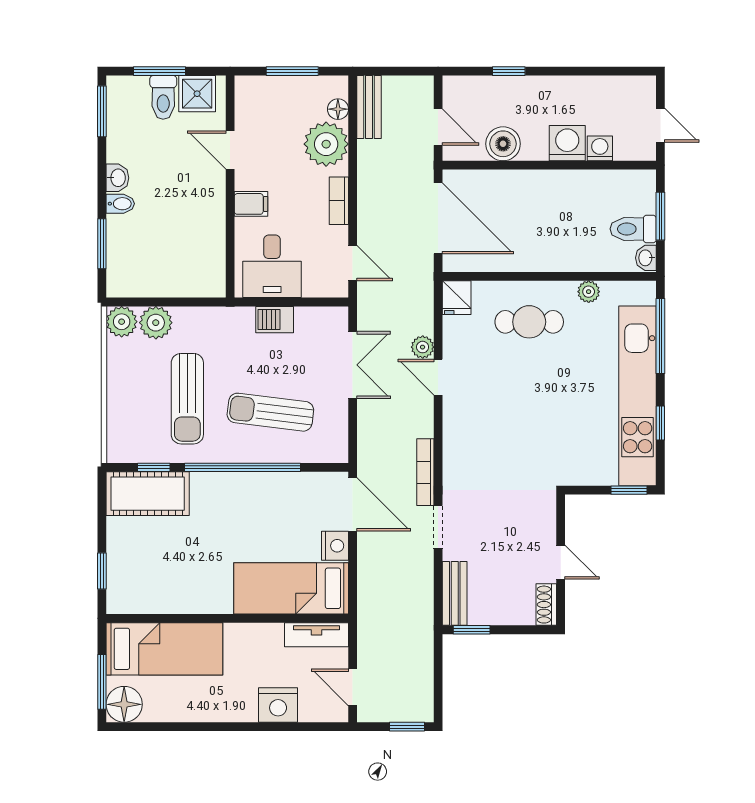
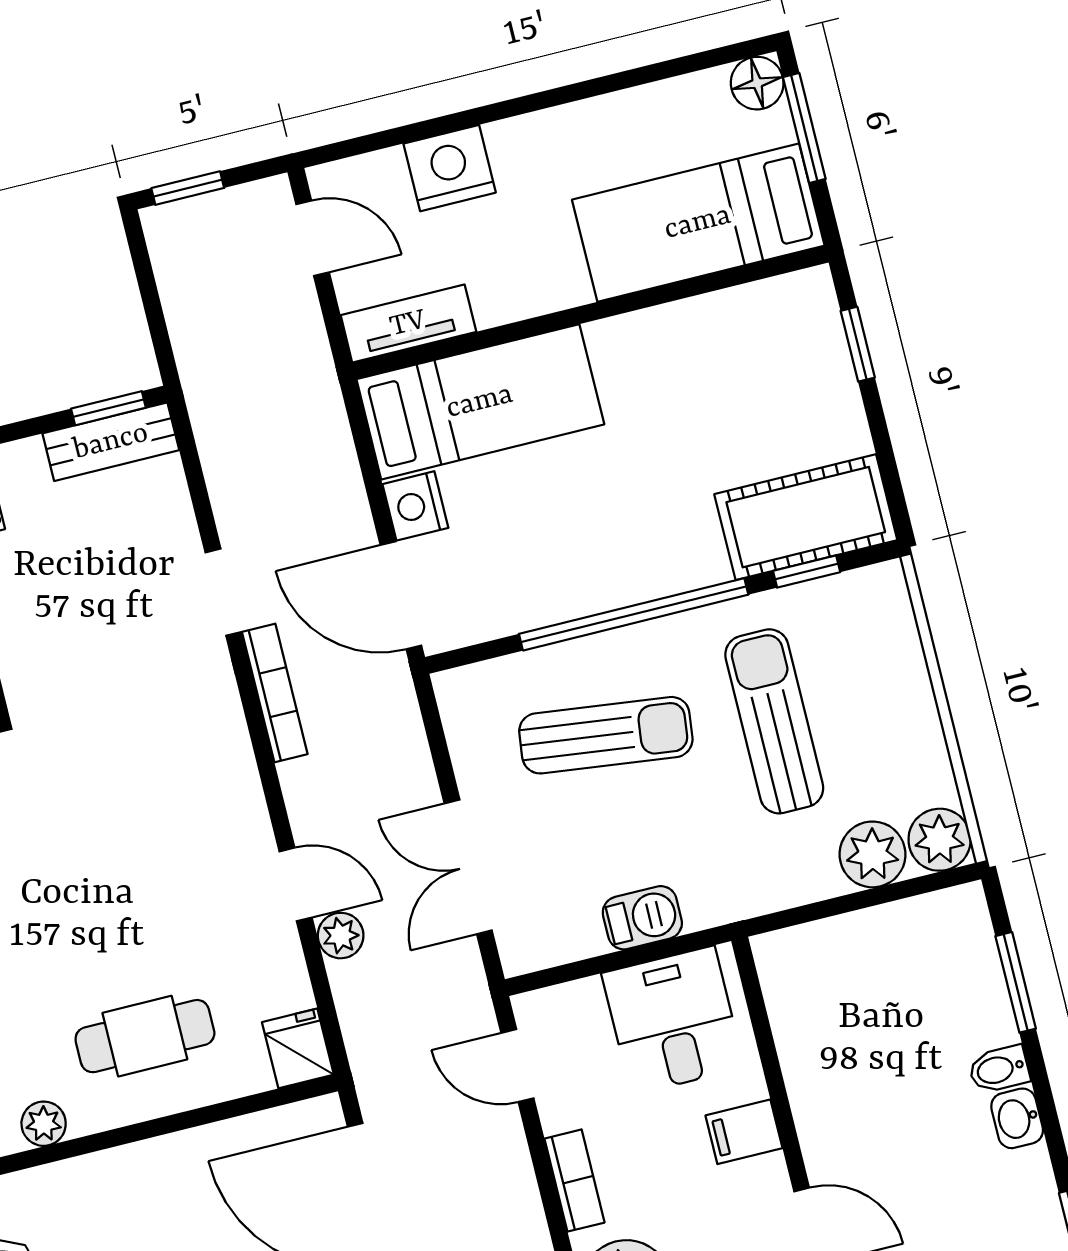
bench: (455, 593) -> (111, 442), moved, turned 90
floor lamp: (124, 704) -> (757, 83), width x0.73, depth x0.73

